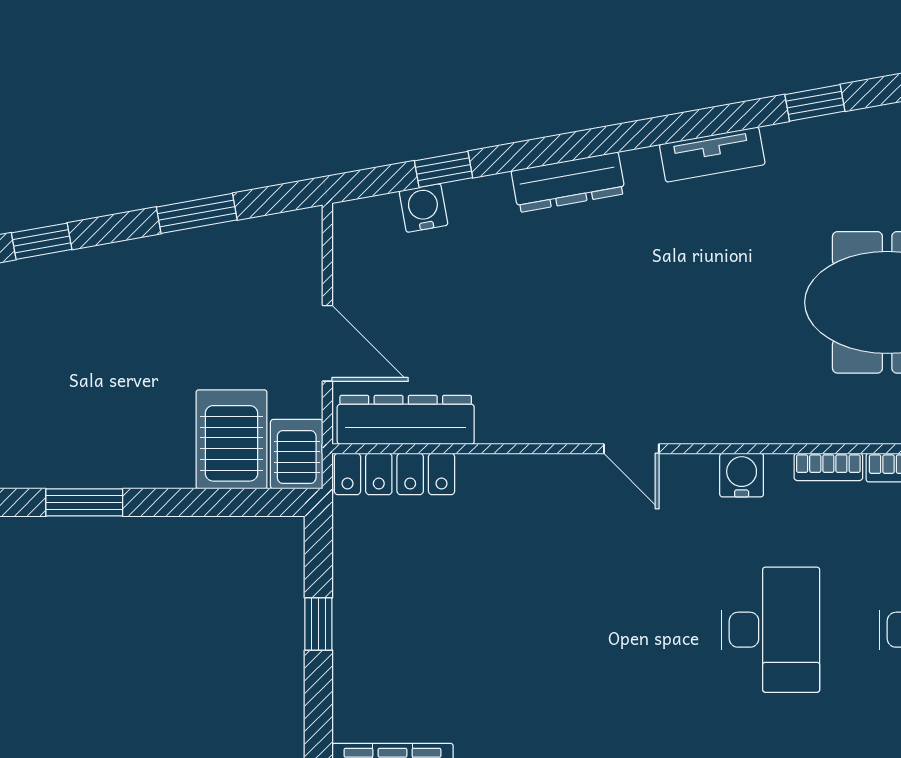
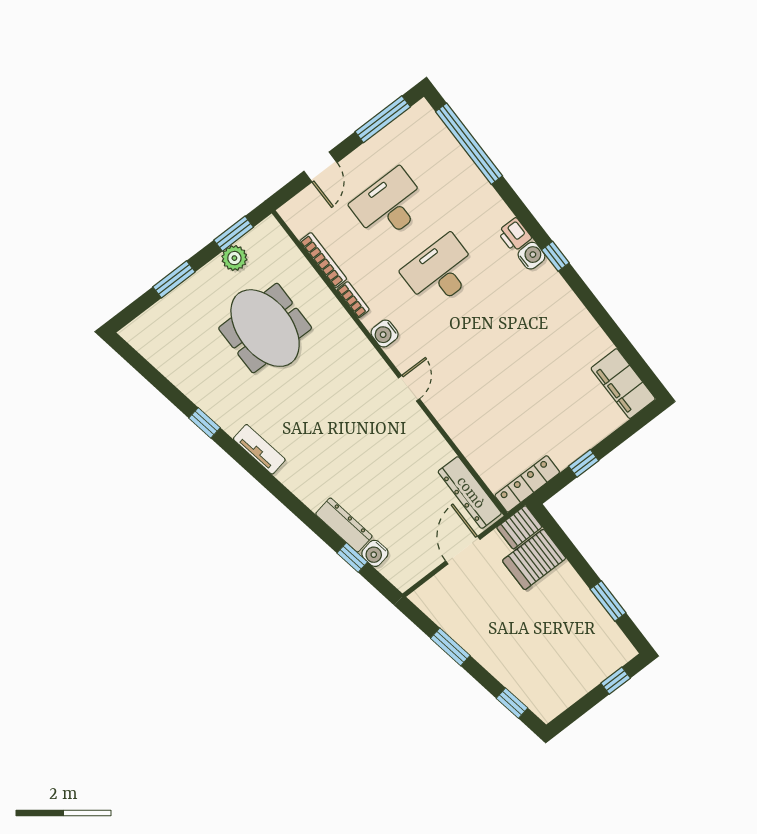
dresser: (568, 182) -> (344, 525), moved
locker: (394, 474) -> (527, 484), moved, turned -90

